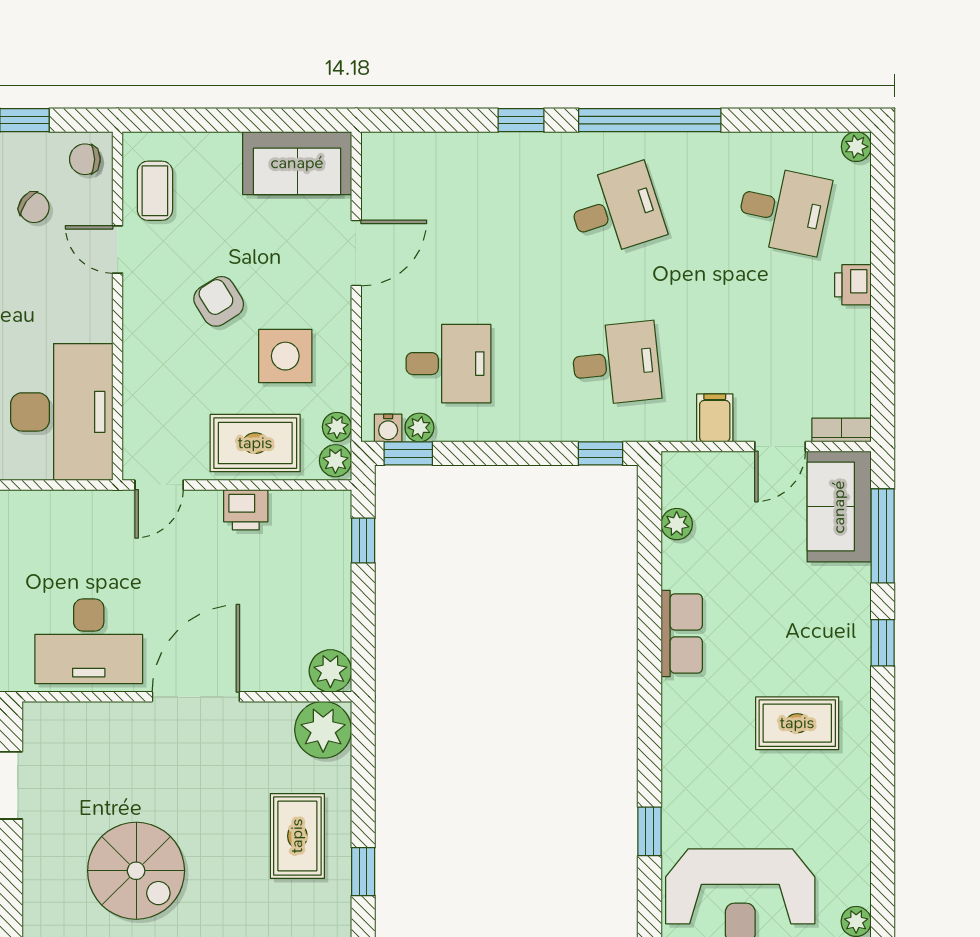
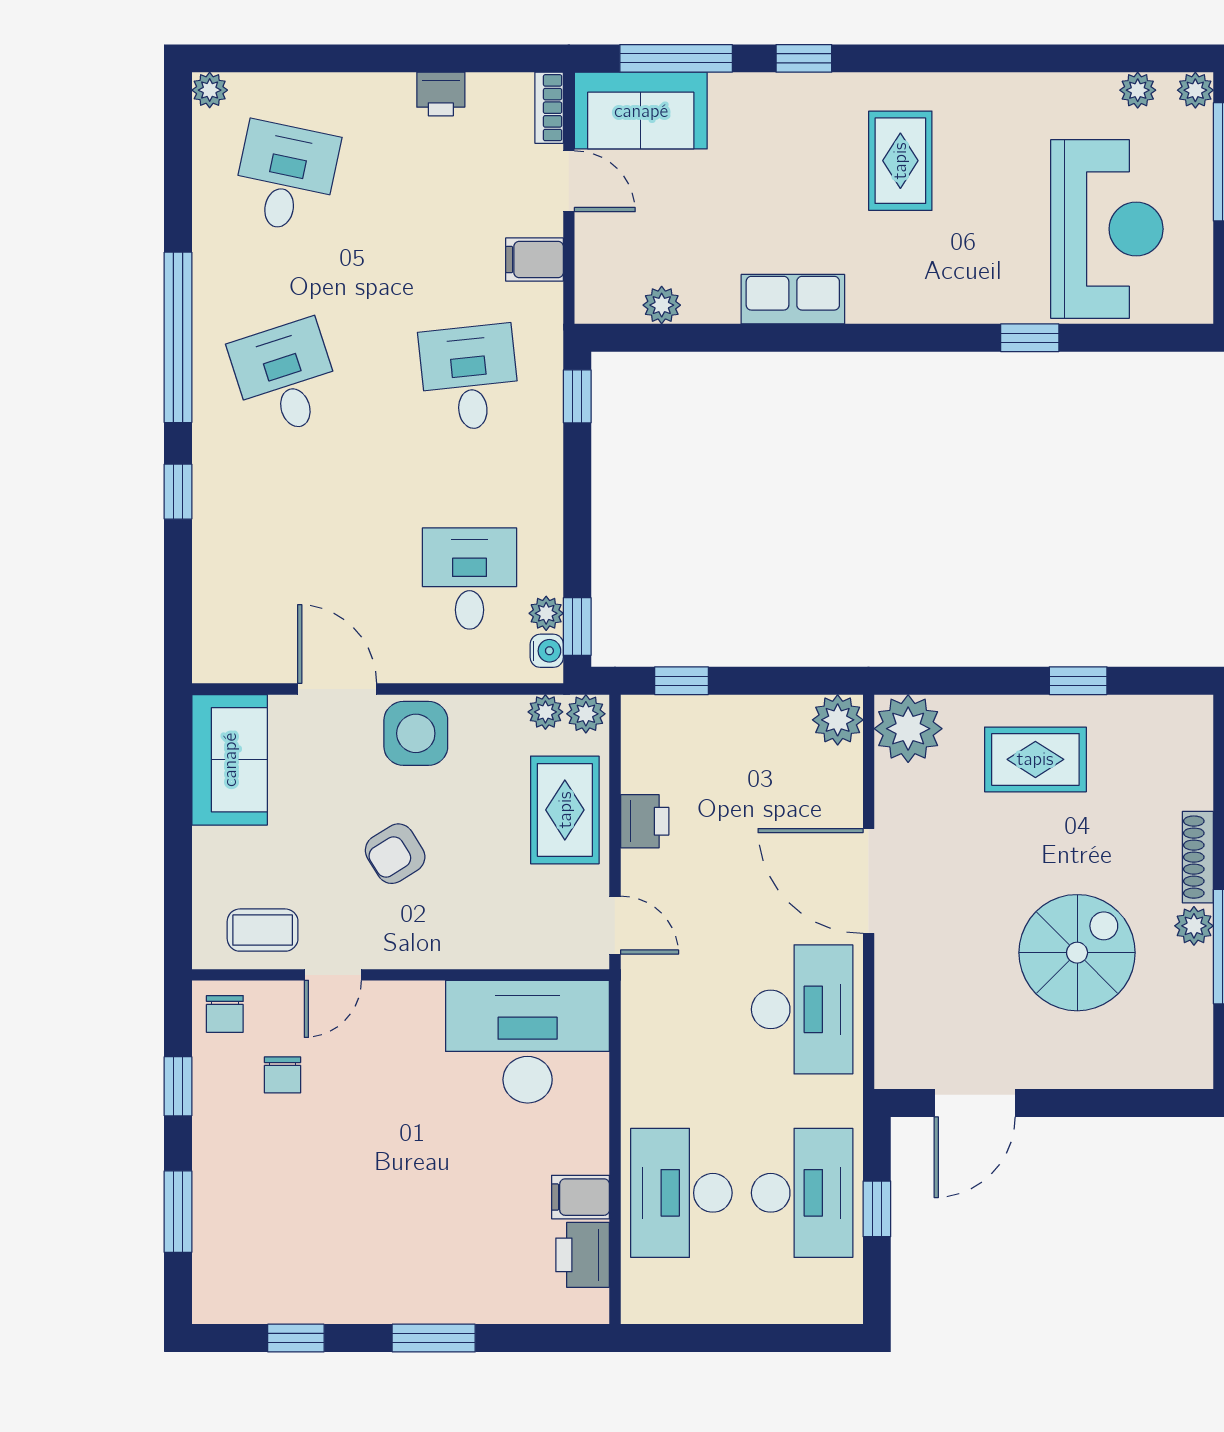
chair: (34, 207) -> (283, 1075), turned 144
printer: (853, 285) -> (441, 94), moved
side table: (285, 356) -> (416, 733), moved

